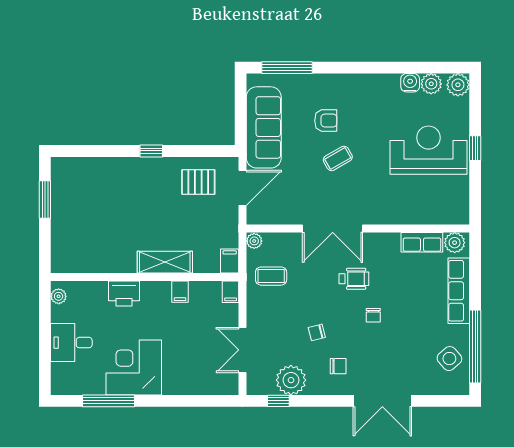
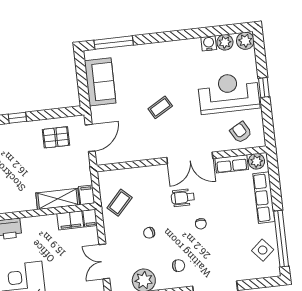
armchair: (326, 121) -> (241, 132), moved, turned -120
sofa: (264, 127) -> (100, 82), width x0.73
double door: (333, 228) -> (190, 158), moved
plant: (254, 241) -> (104, 177), removed
shelving: (165, 262) -> (58, 199), moved
coffee table: (271, 276) -> (120, 203), turned -47
wheelchair: (354, 279) -> (183, 198), turned 180
filing cabinet: (180, 292) -> (70, 220), moved, width x2.00
chair: (317, 332) -> (149, 233), moved

